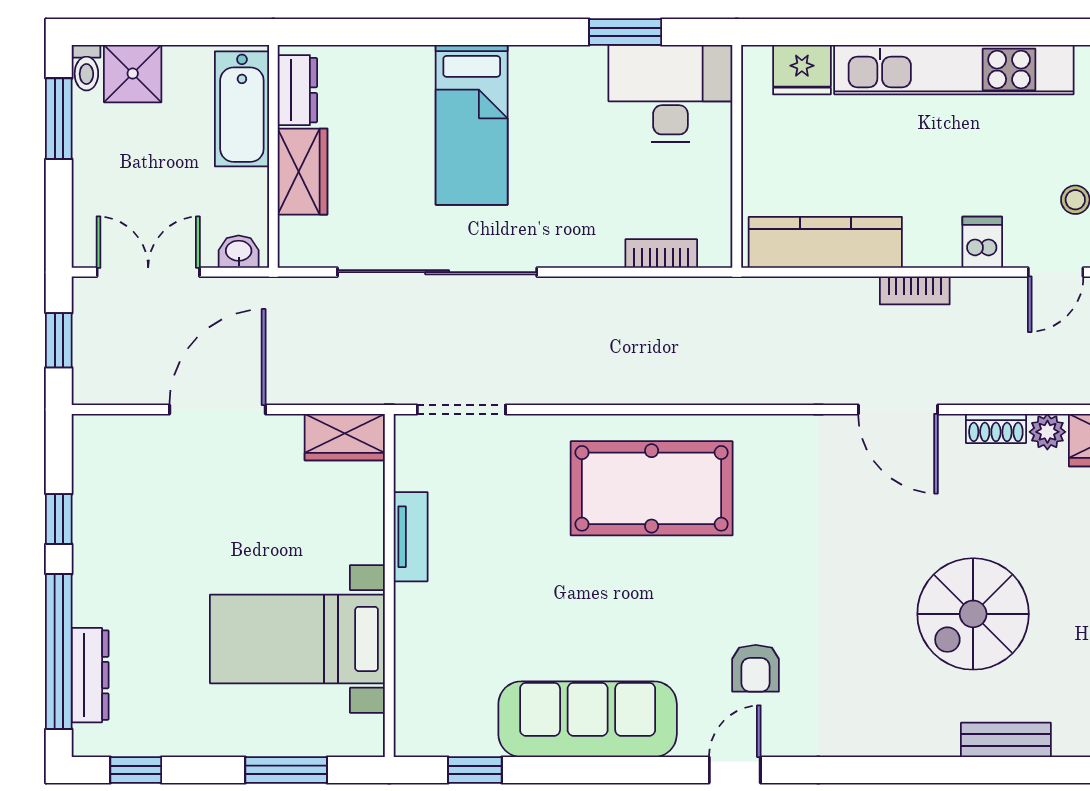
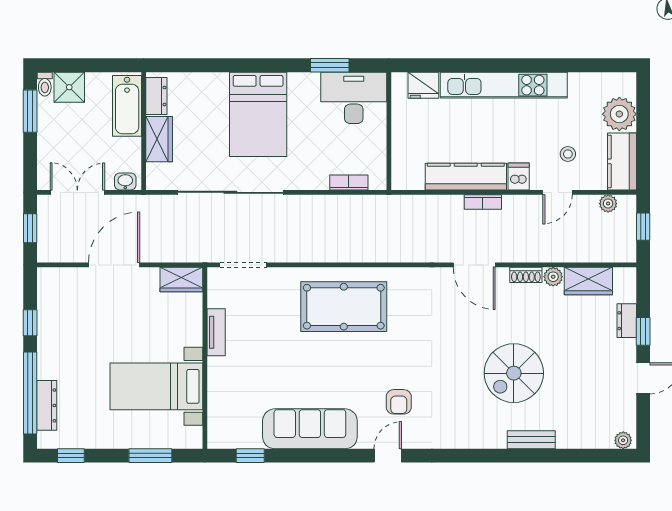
bed: (472, 125) -> (258, 114), width x1.50
kitchen counter: (825, 242) -> (466, 177), moved

